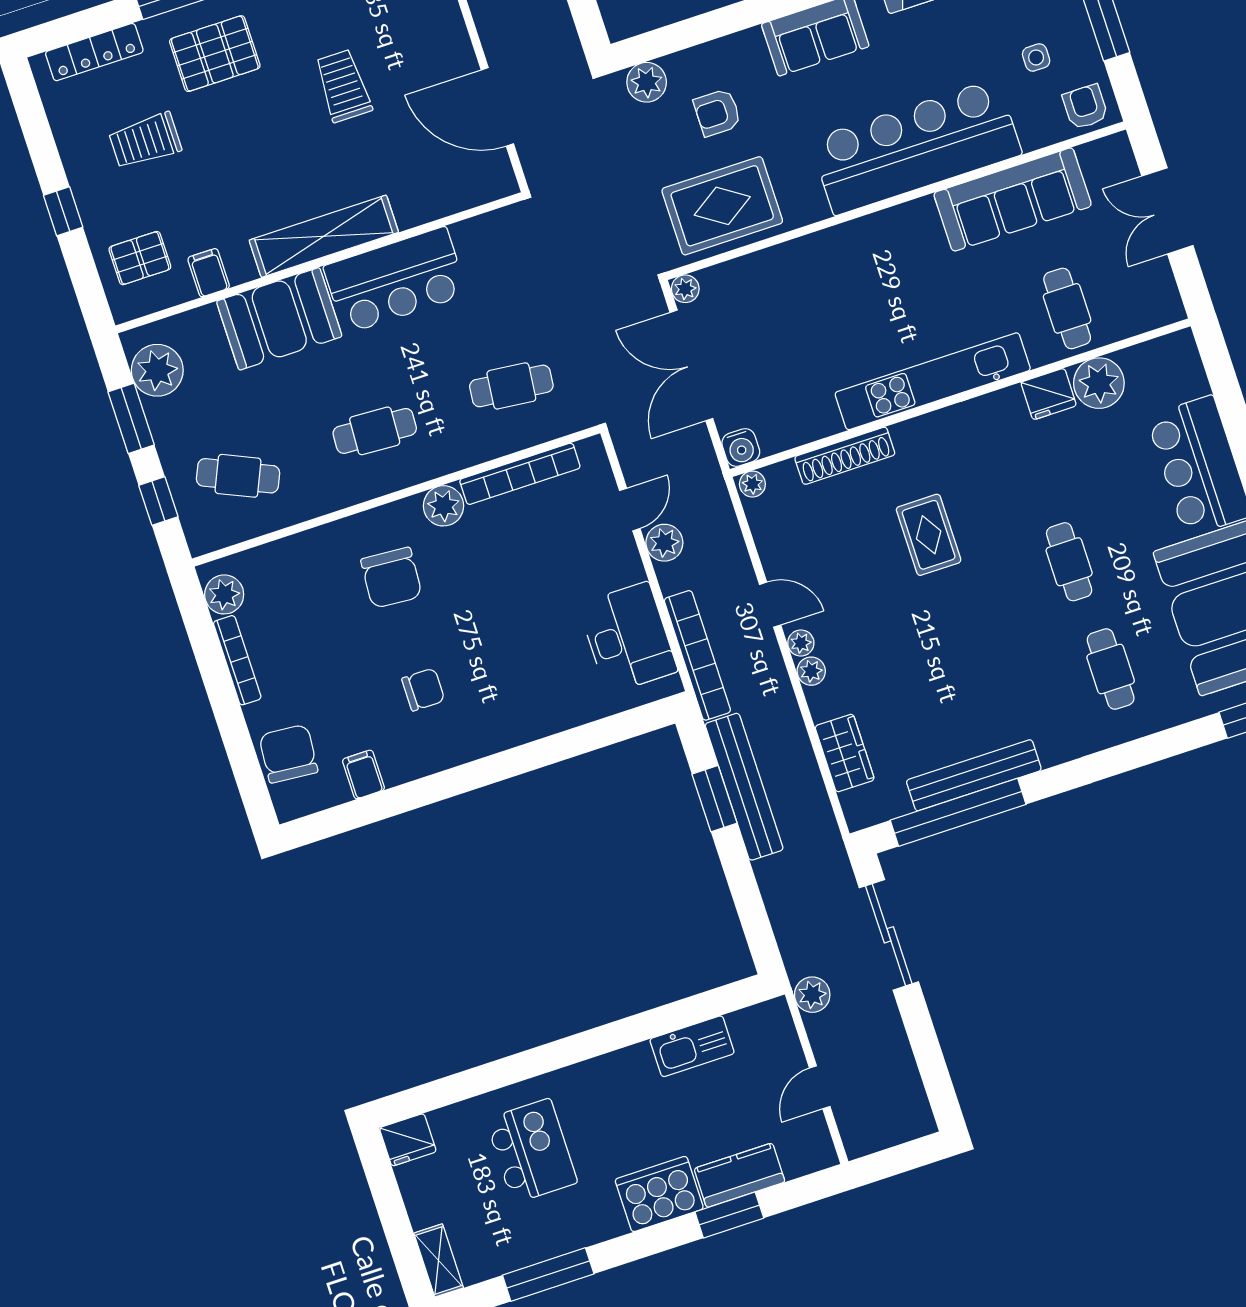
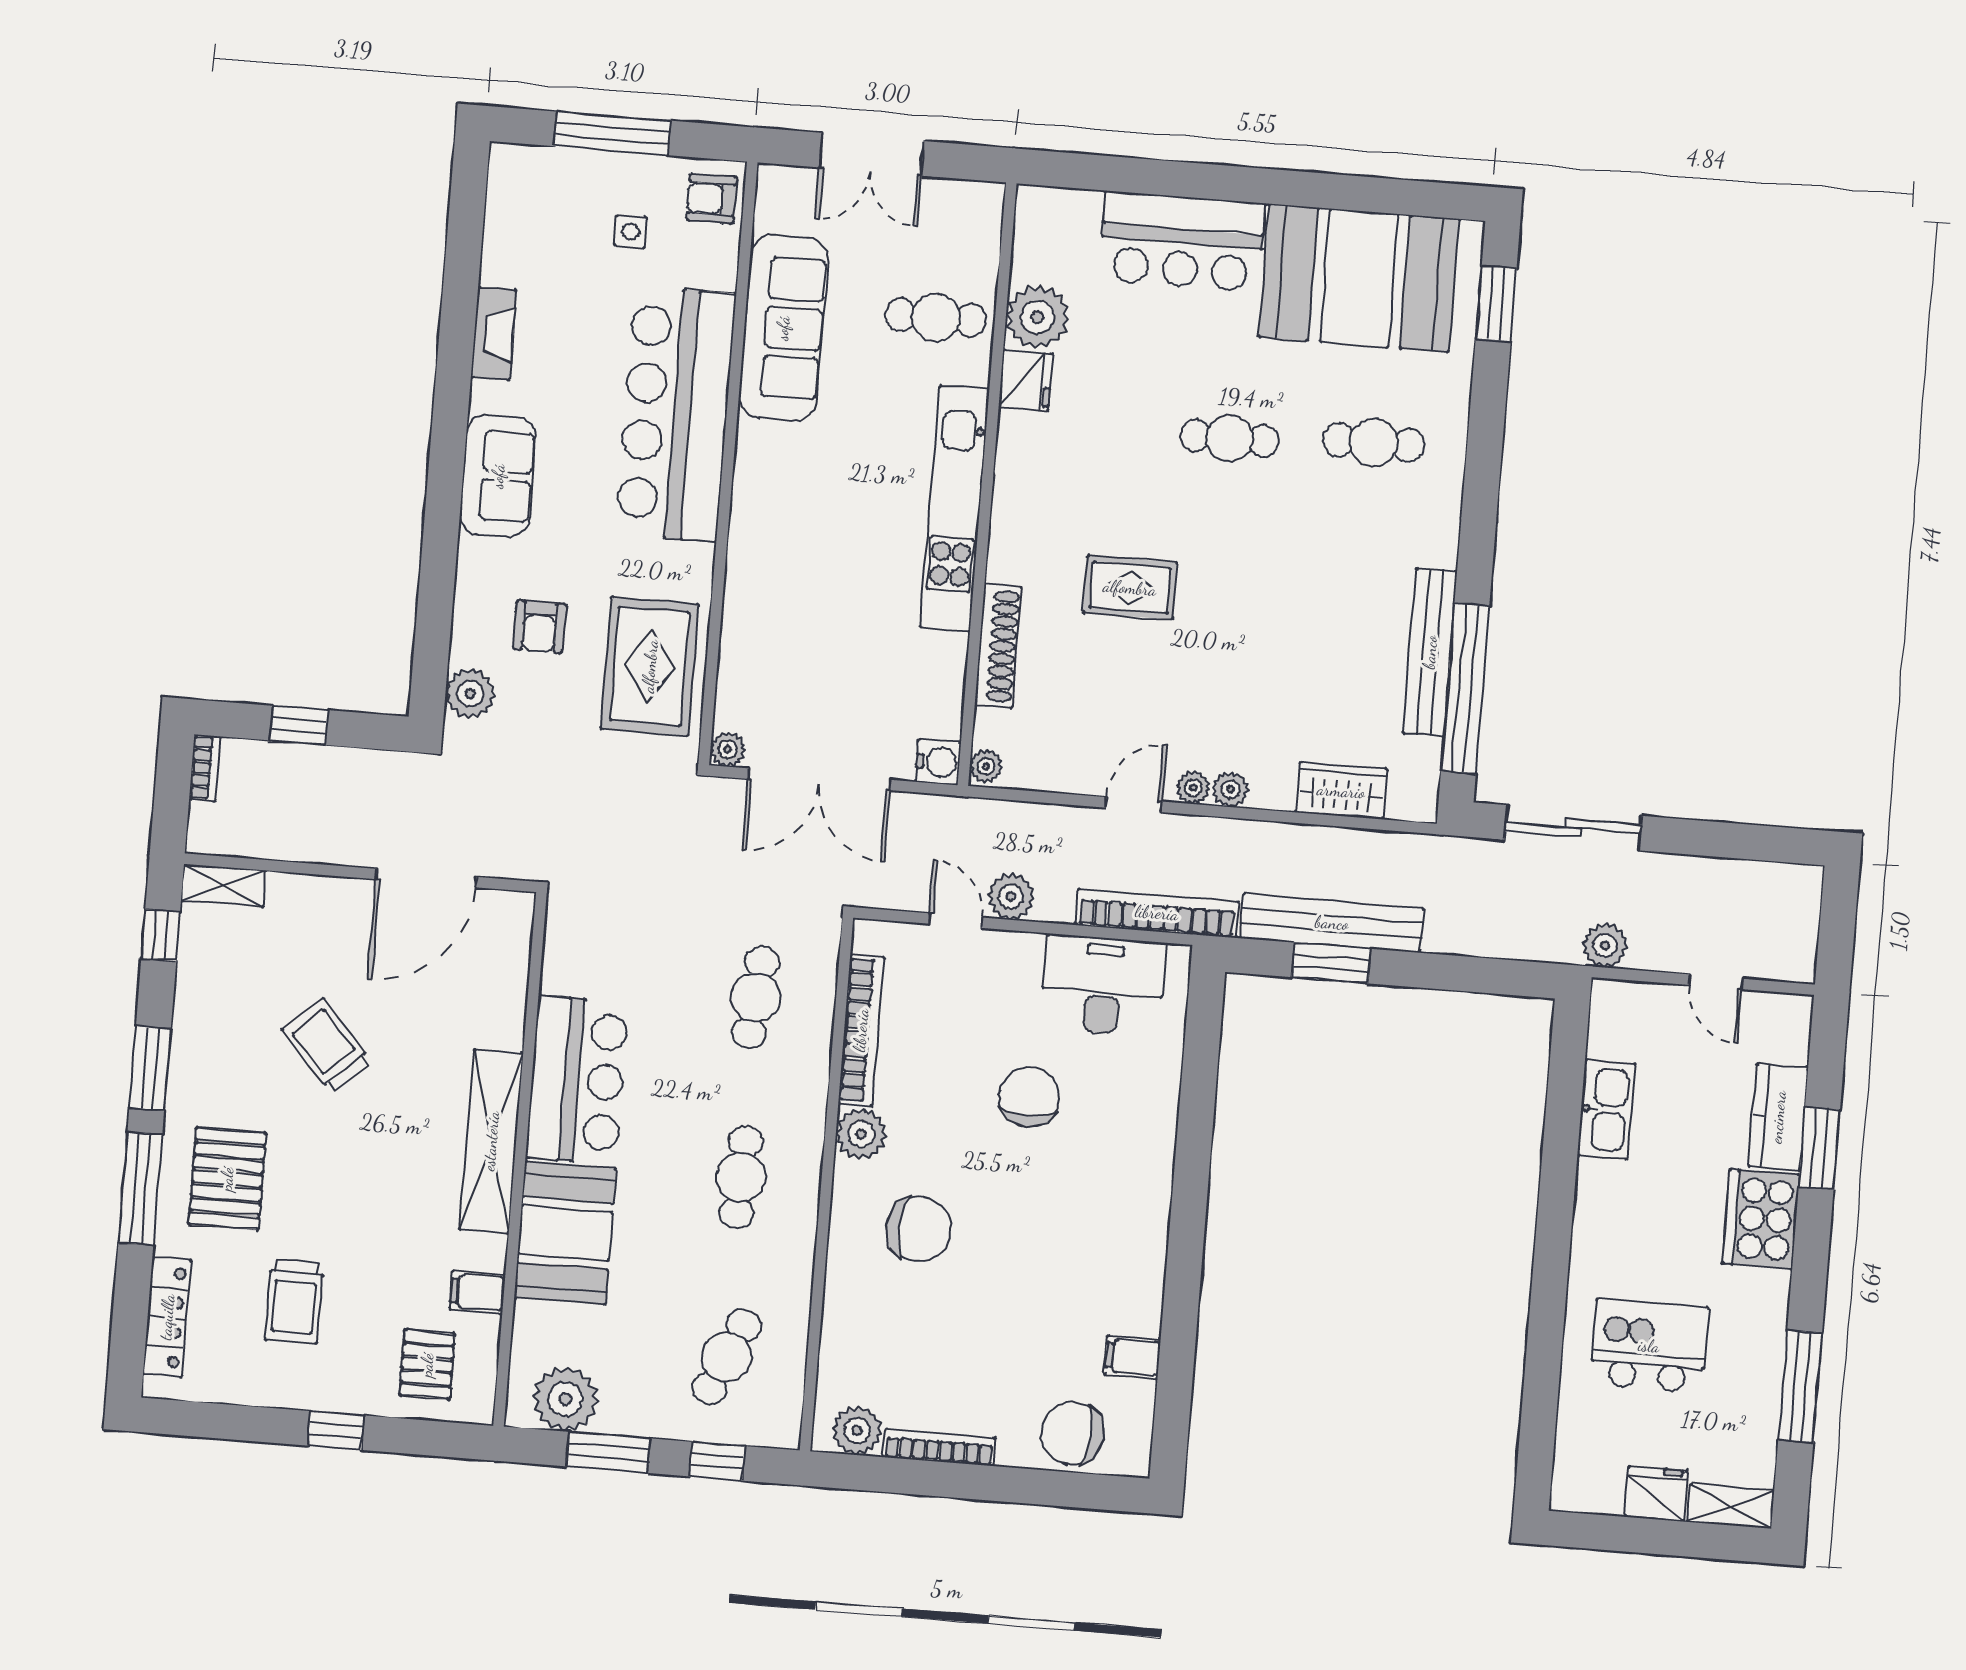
trolley: (343, 86) -> (327, 1046), turned 48
chair: (423, 690) -> (1029, 1097), moved, width x1.37, depth x1.37
fridge: (408, 1140) -> (1656, 1494), moved, turned -90

